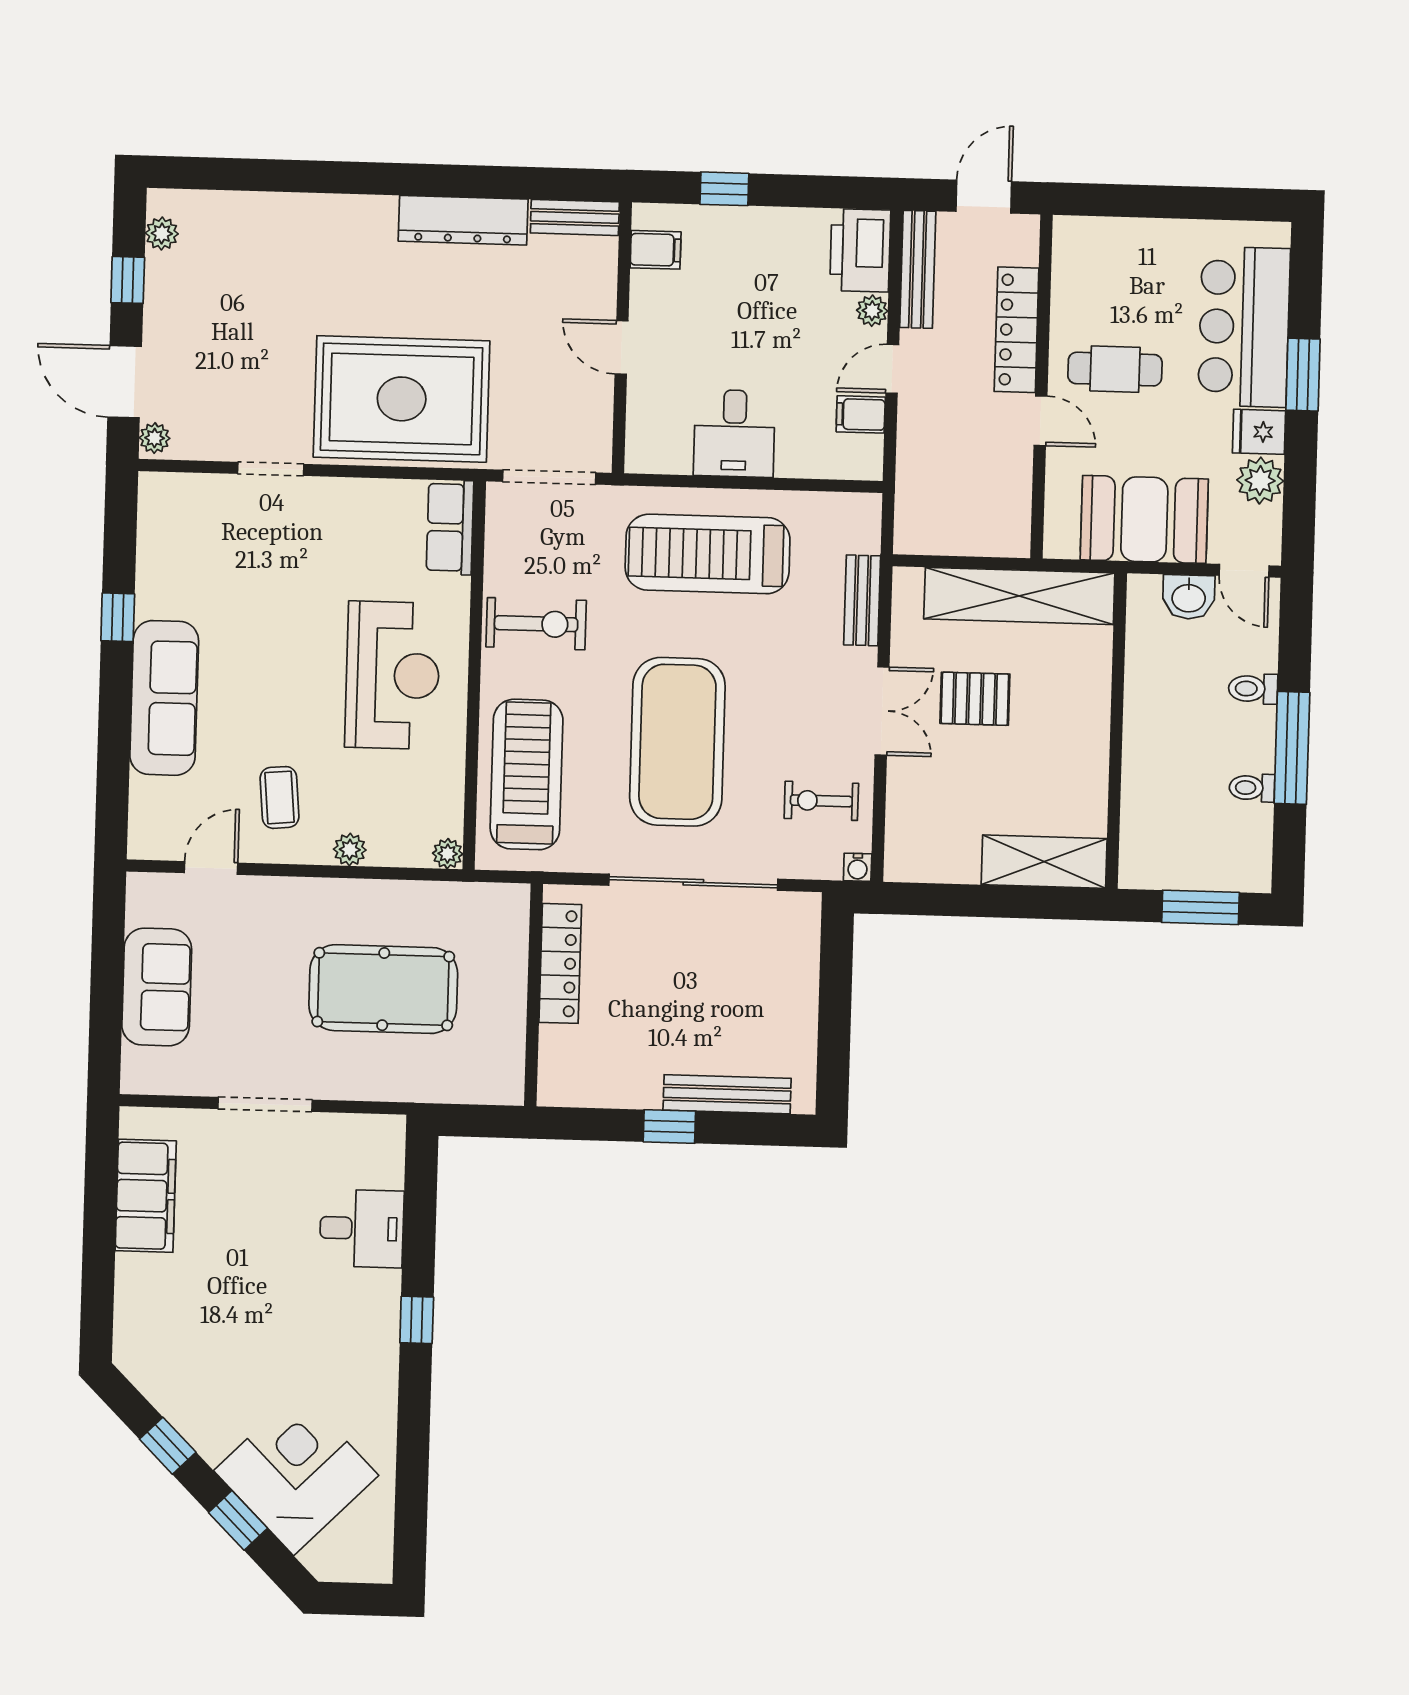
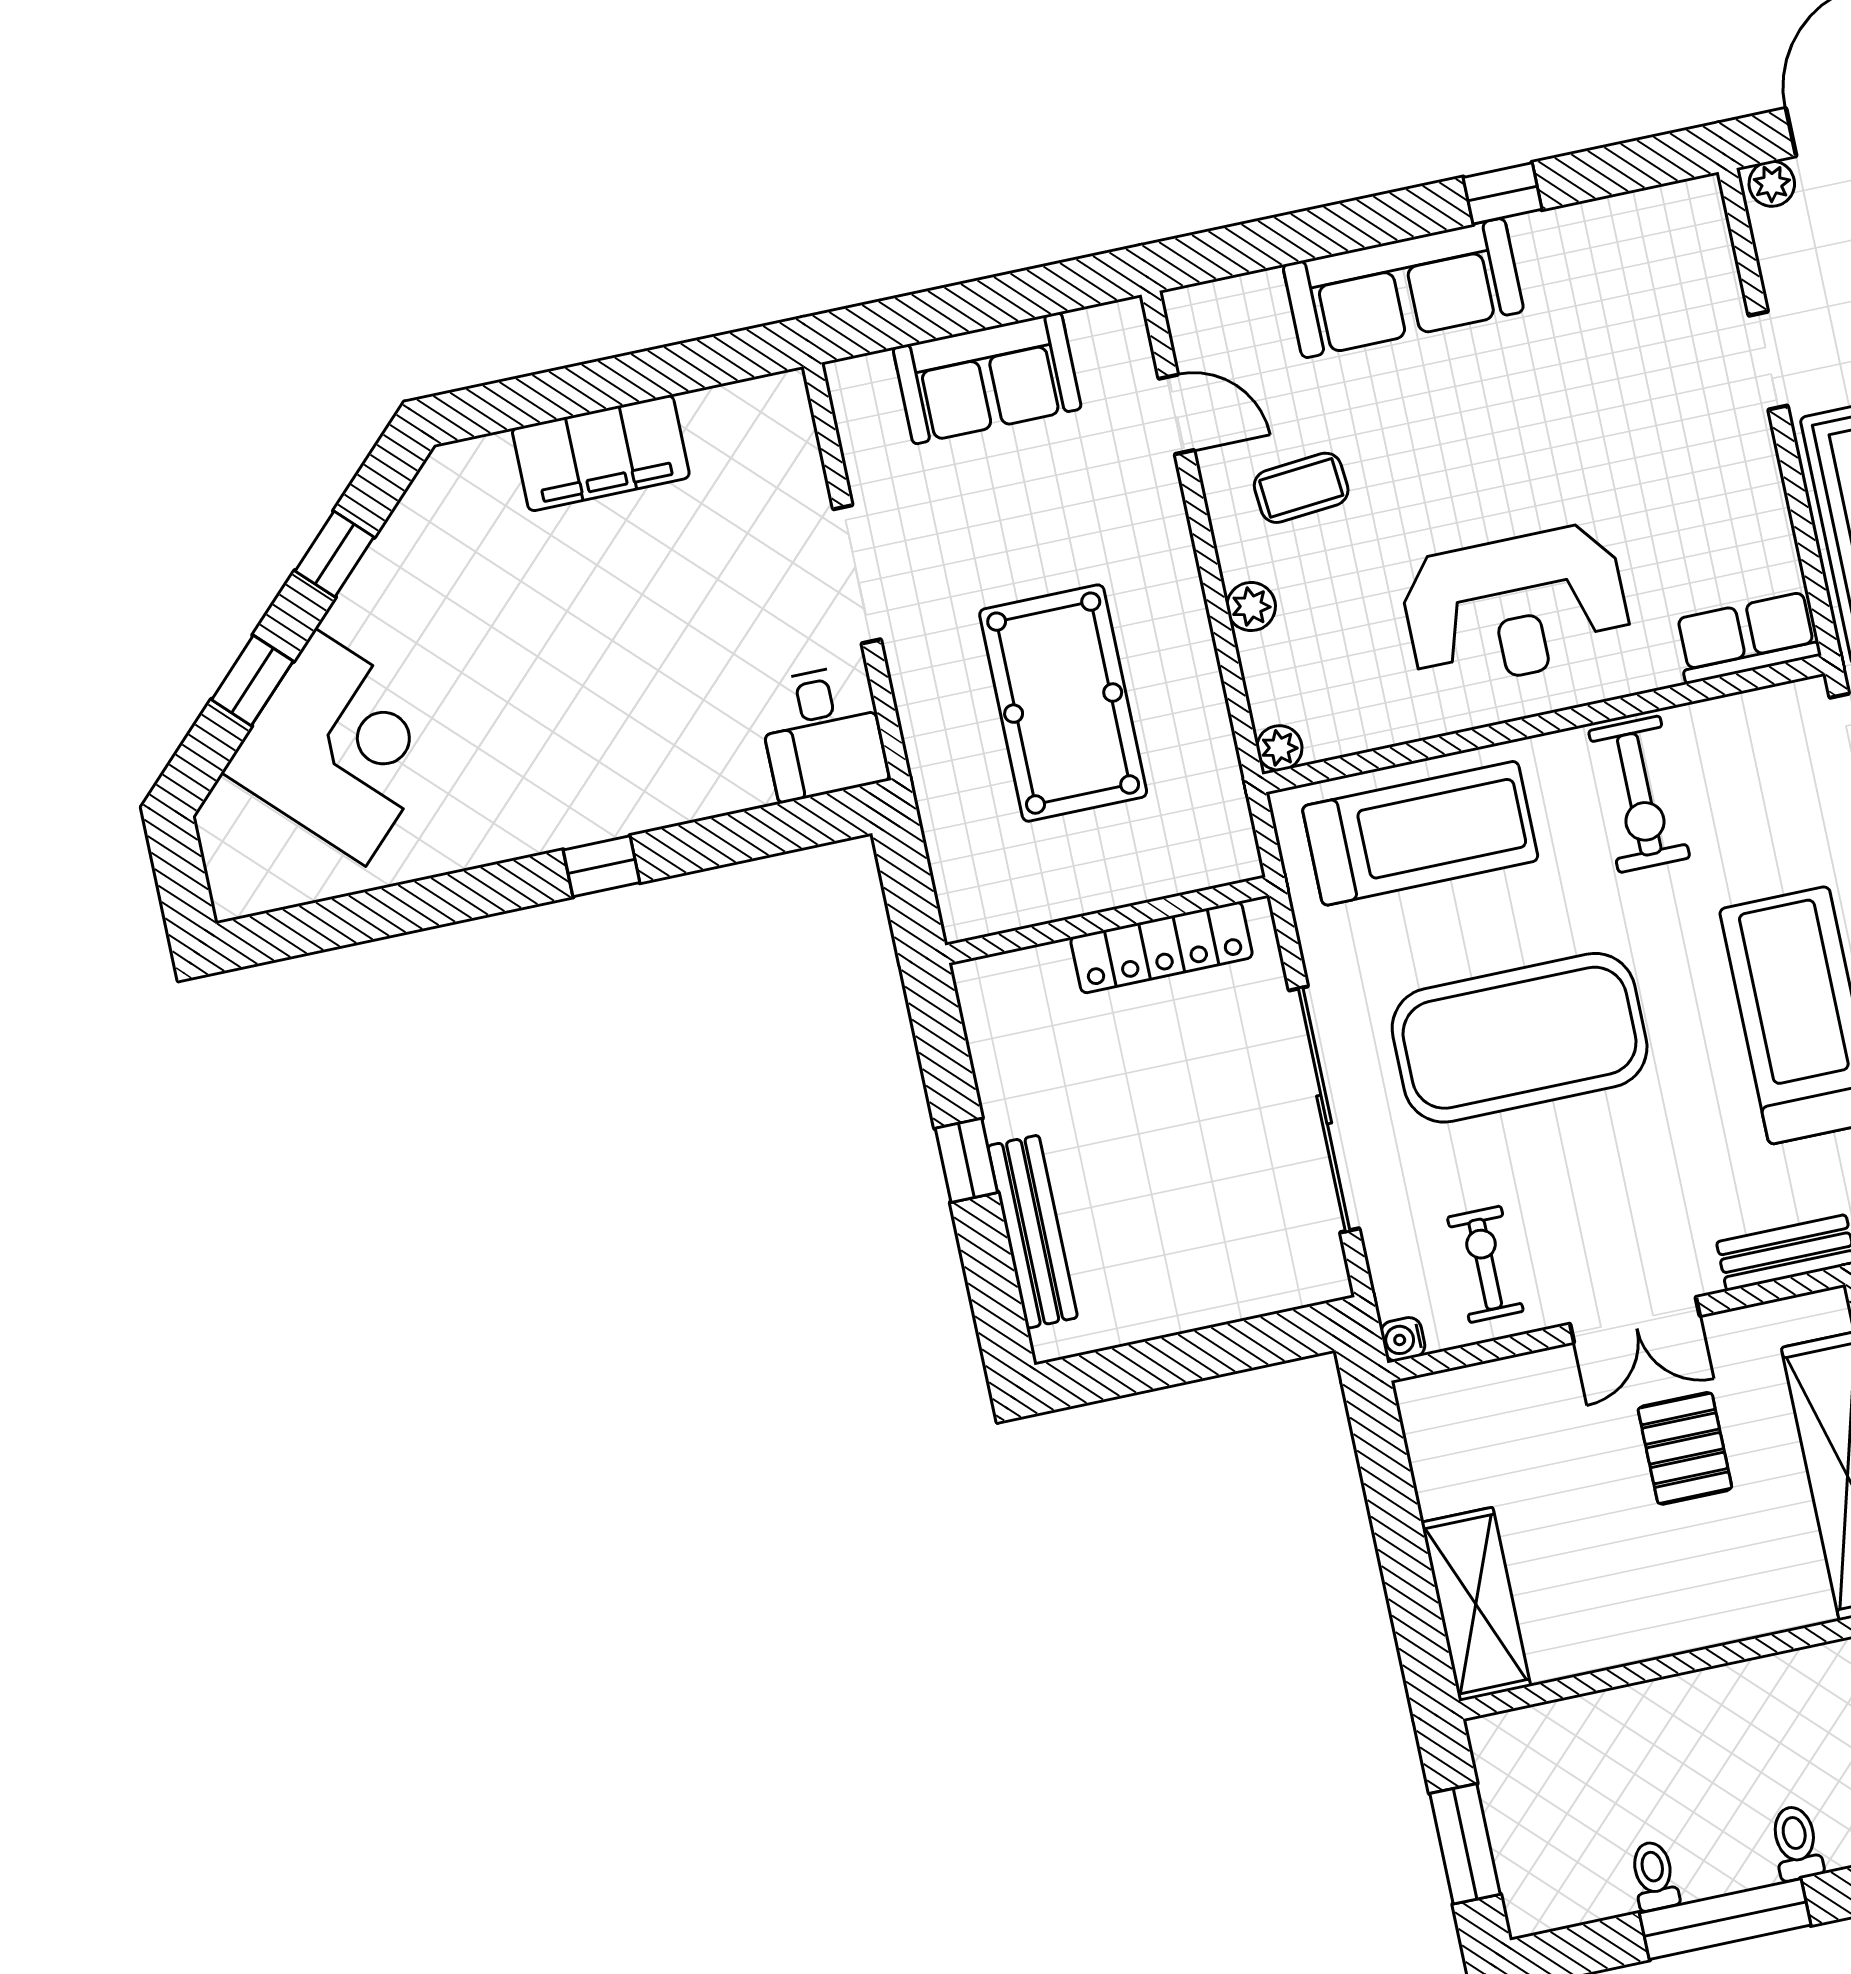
filing cabinet: (146, 1196) -> (601, 453), moved
desk: (362, 1228) -> (822, 733), moved

